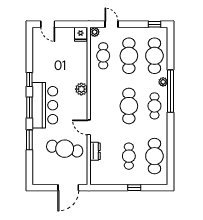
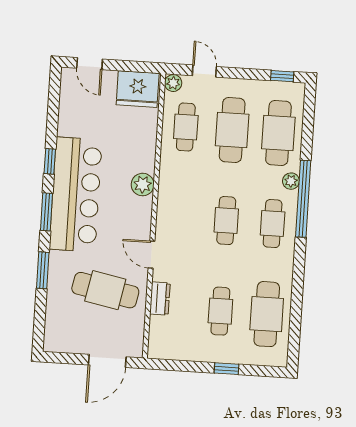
fridge: (81, 34) -> (138, 89), width x1.88, depth x1.34
bar counter: (45, 105) -> (76, 194), width x1.36
cafe table: (129, 106) -> (226, 221), width x0.73, depth x0.74

